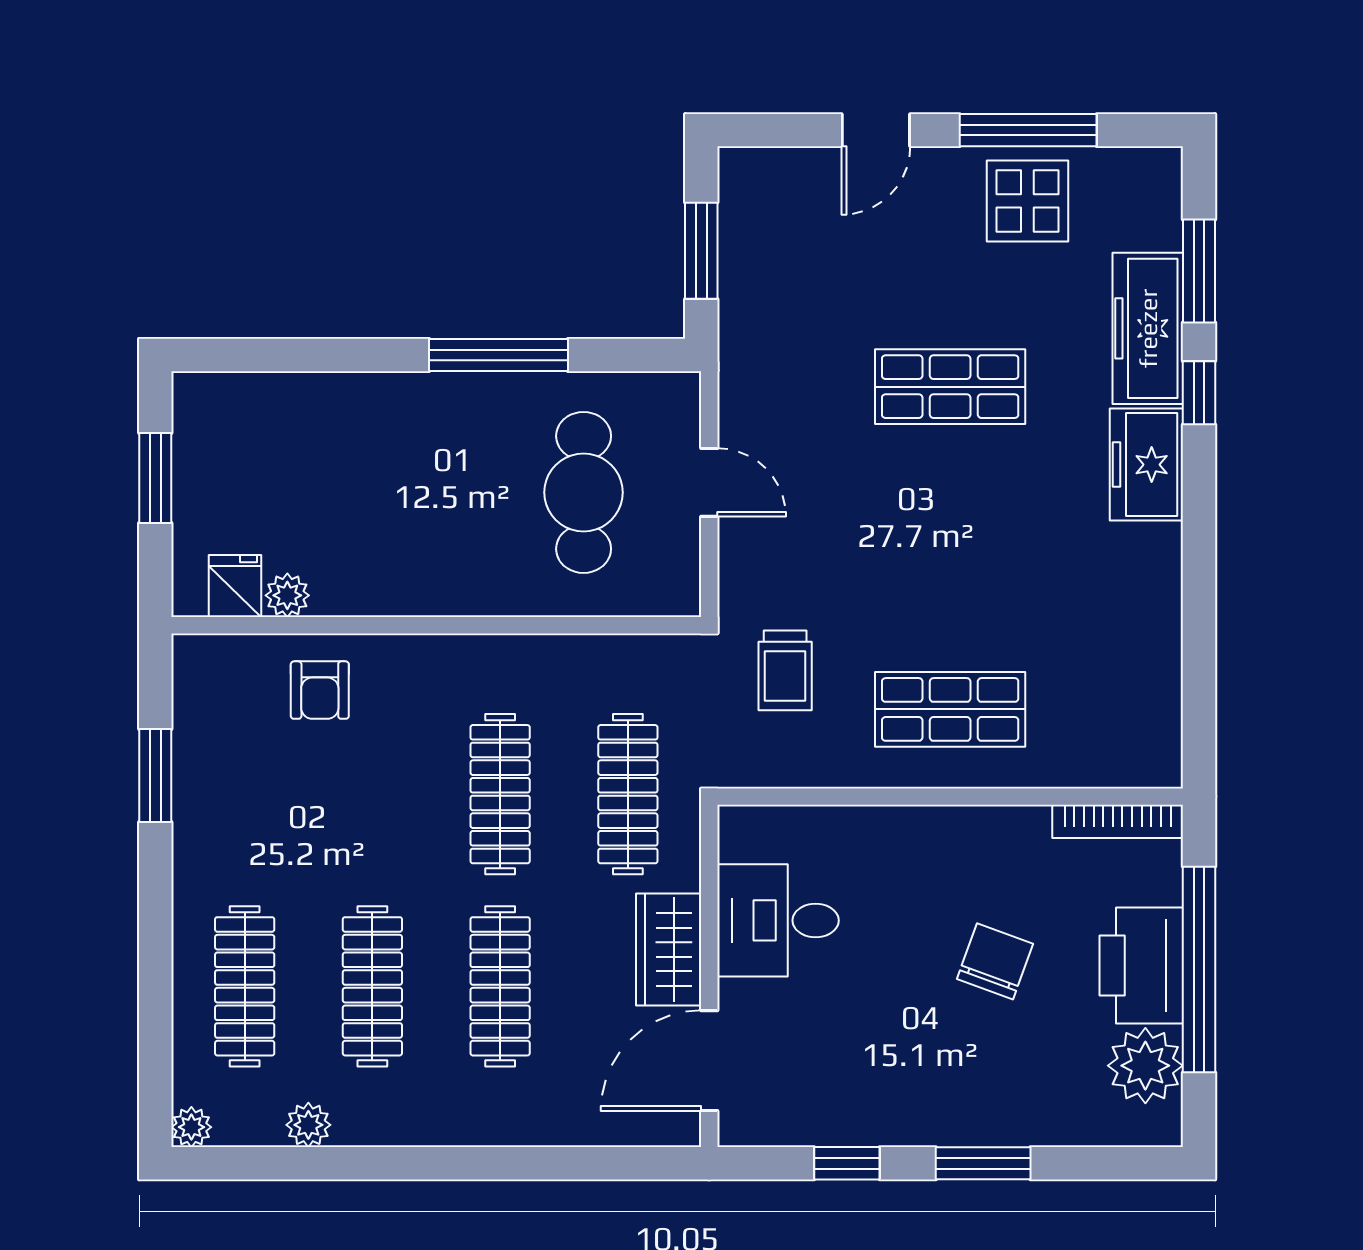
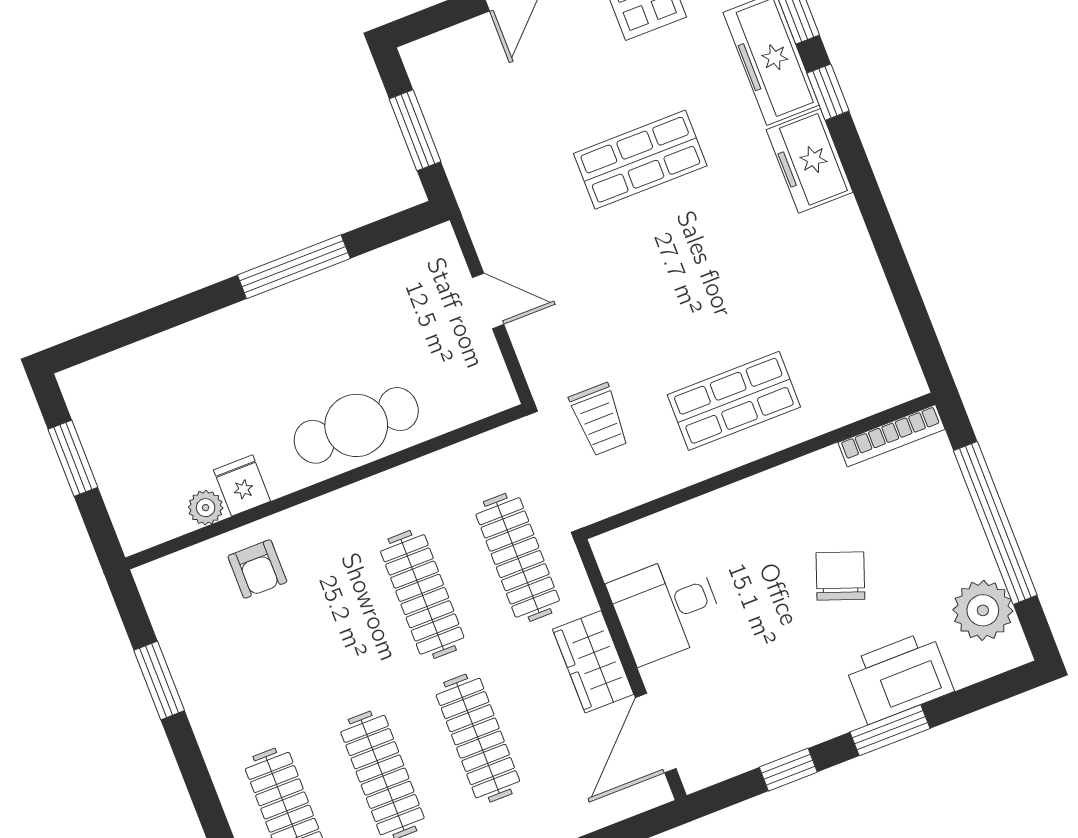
cafe table: (584, 492) -> (356, 425), moved, turned 90
fridge: (235, 586) -> (242, 486), moved
printer: (1141, 966) -> (899, 677), moved, turned 90

